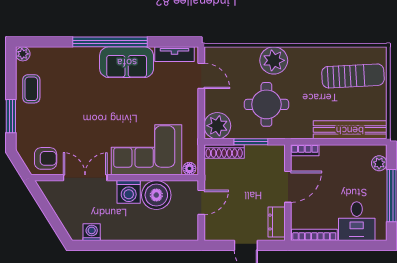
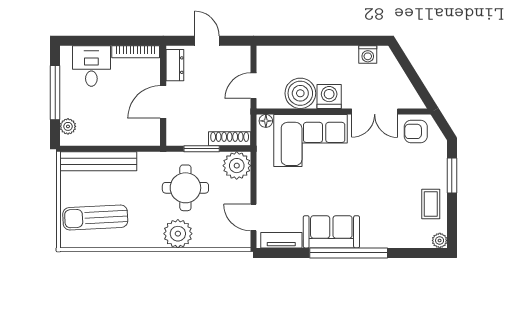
bookcase: (305, 150) -> (146, 140), removed

